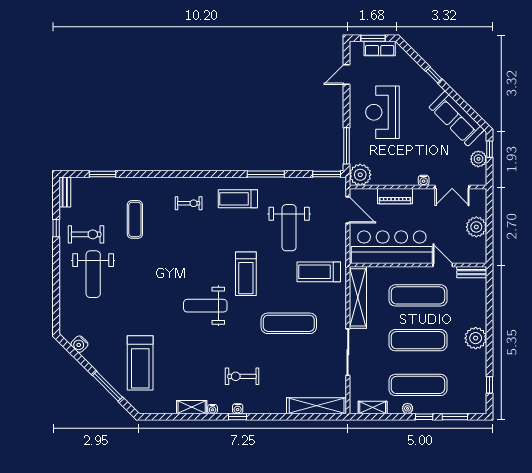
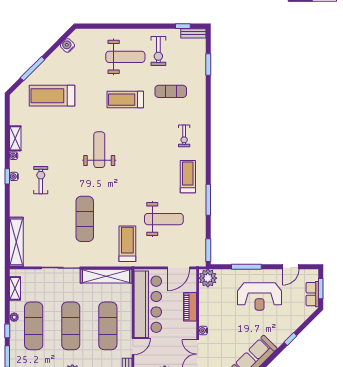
door: (346, 75) -> (291, 267), swing flipped
reception desk: (382, 112) -> (260, 296), turned 180
window: (346, 146) -> (246, 267), moved
window: (56, 228) -> (183, 26), moved
weight bench: (289, 228) -> (164, 219), turned 180
weight bench: (93, 274) -> (125, 57), turned 180
treadmill: (246, 274) -> (125, 100), moved

